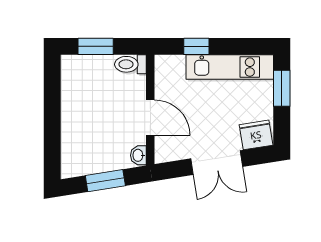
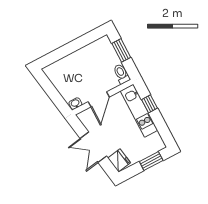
kitchen unit: (230, 67) -> (139, 111), moved
window: (105, 181) -> (53, 93), removed

